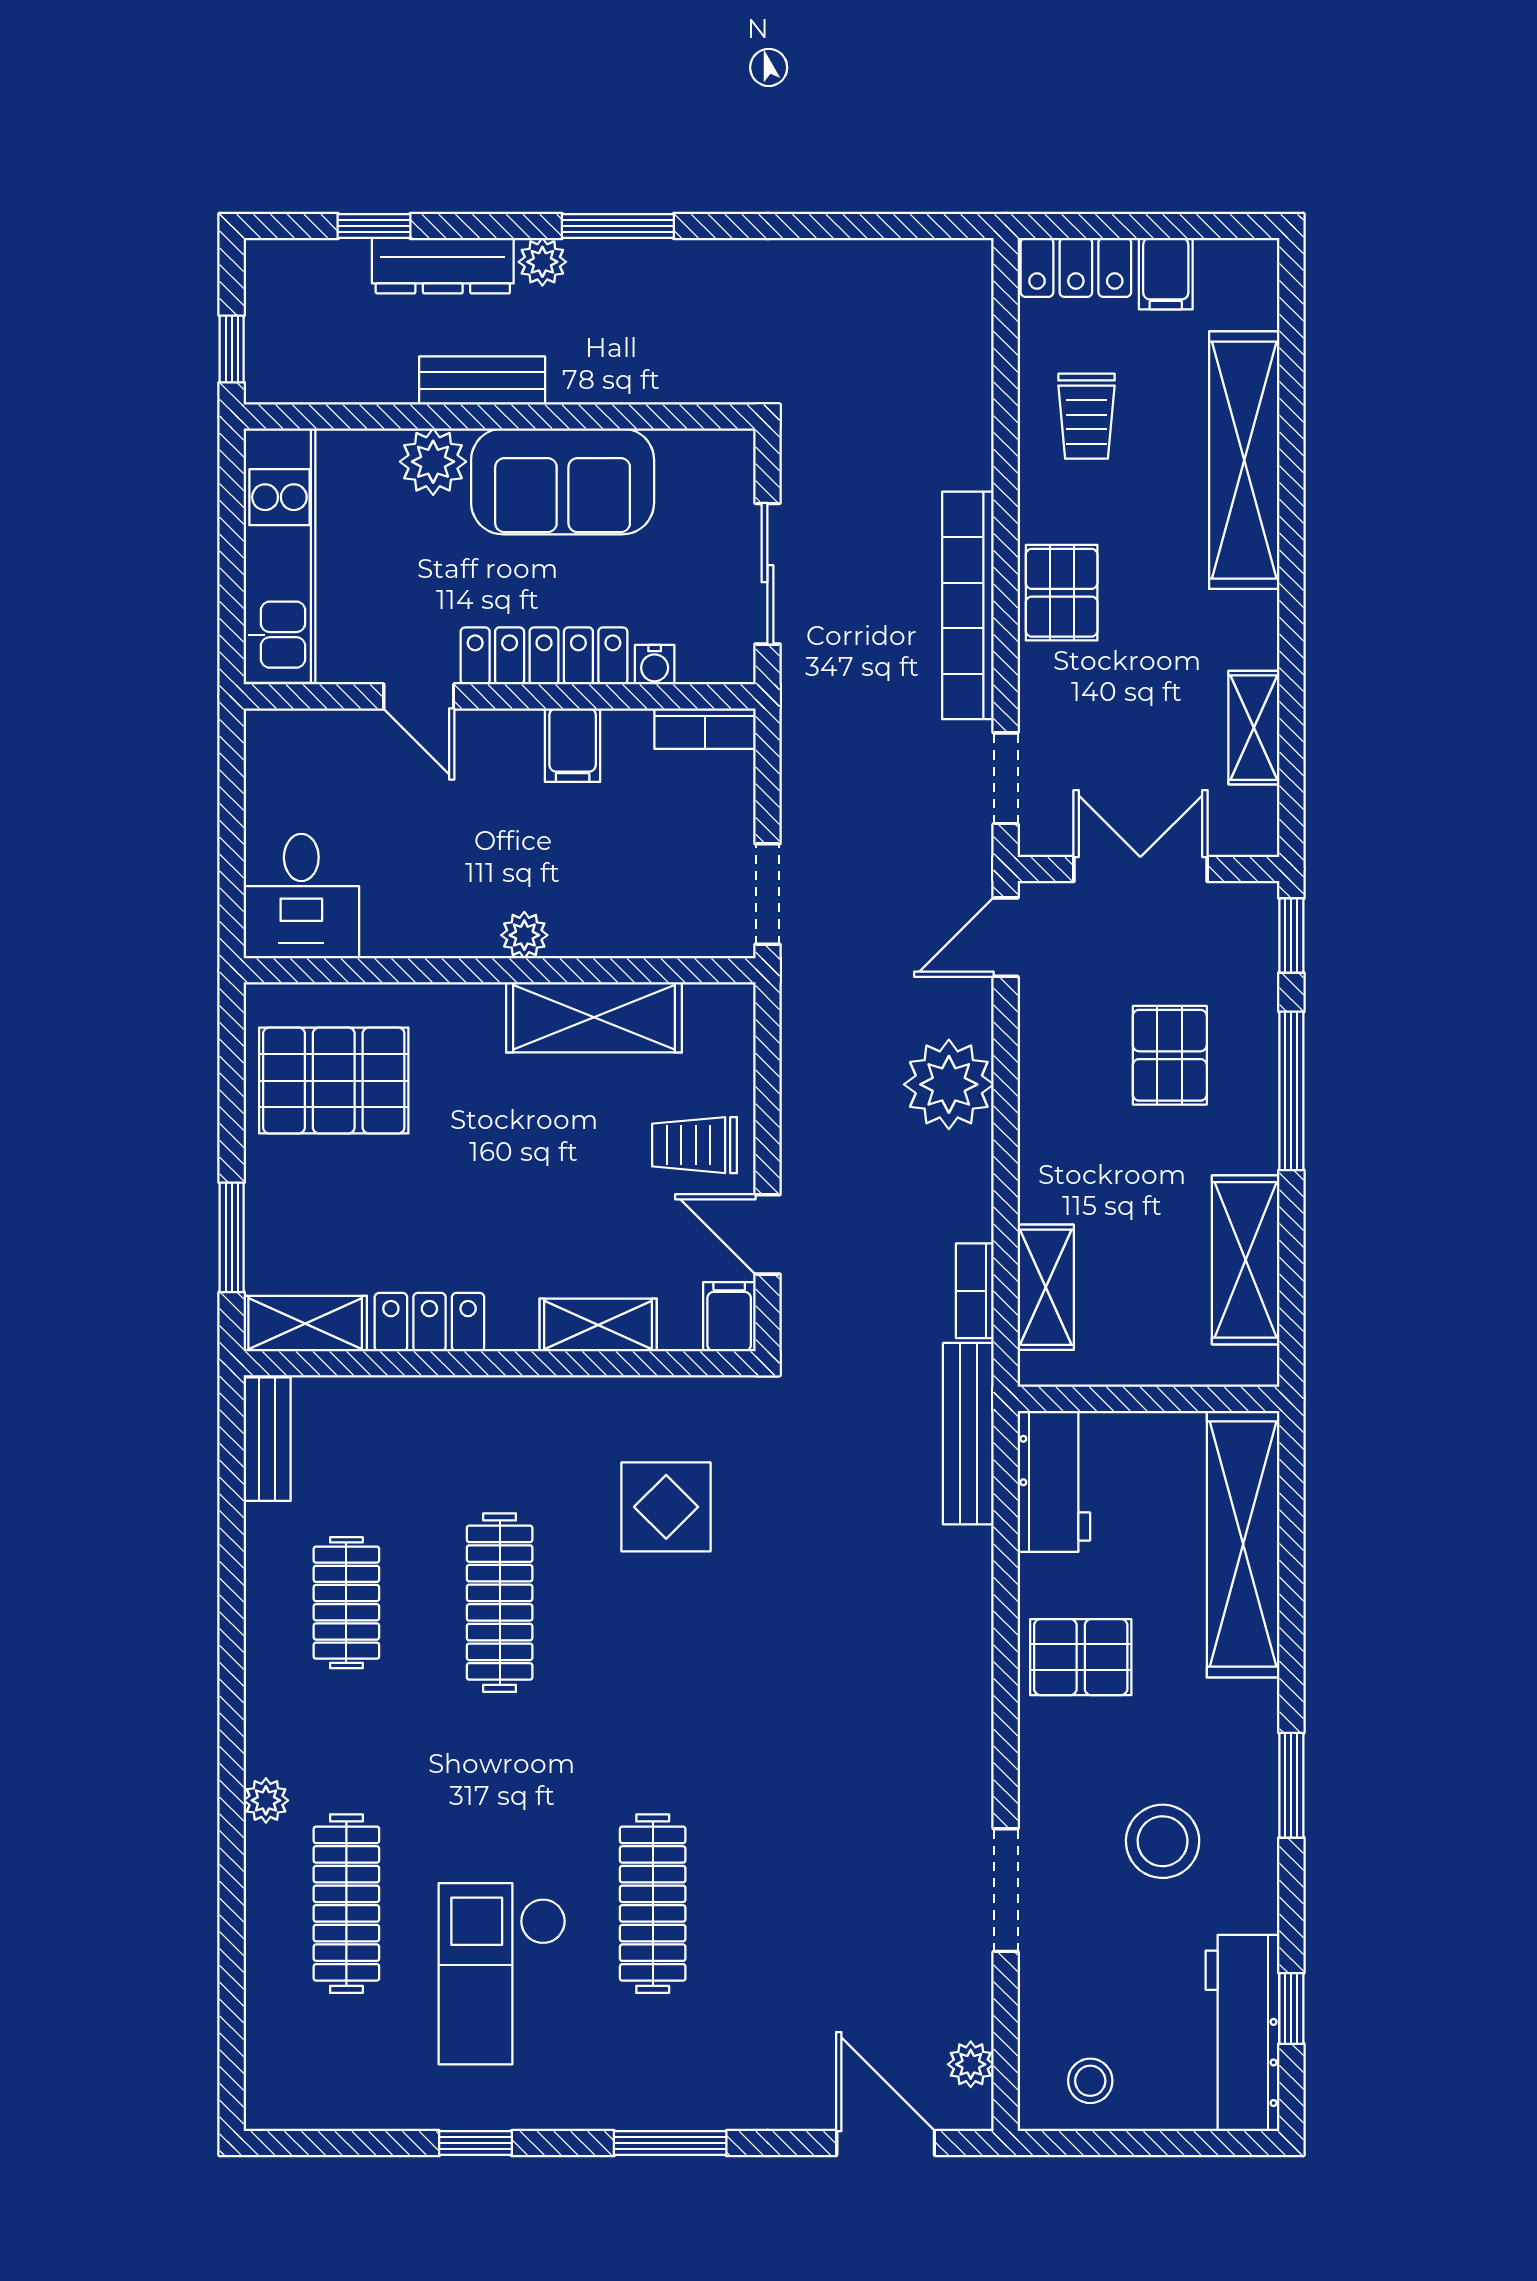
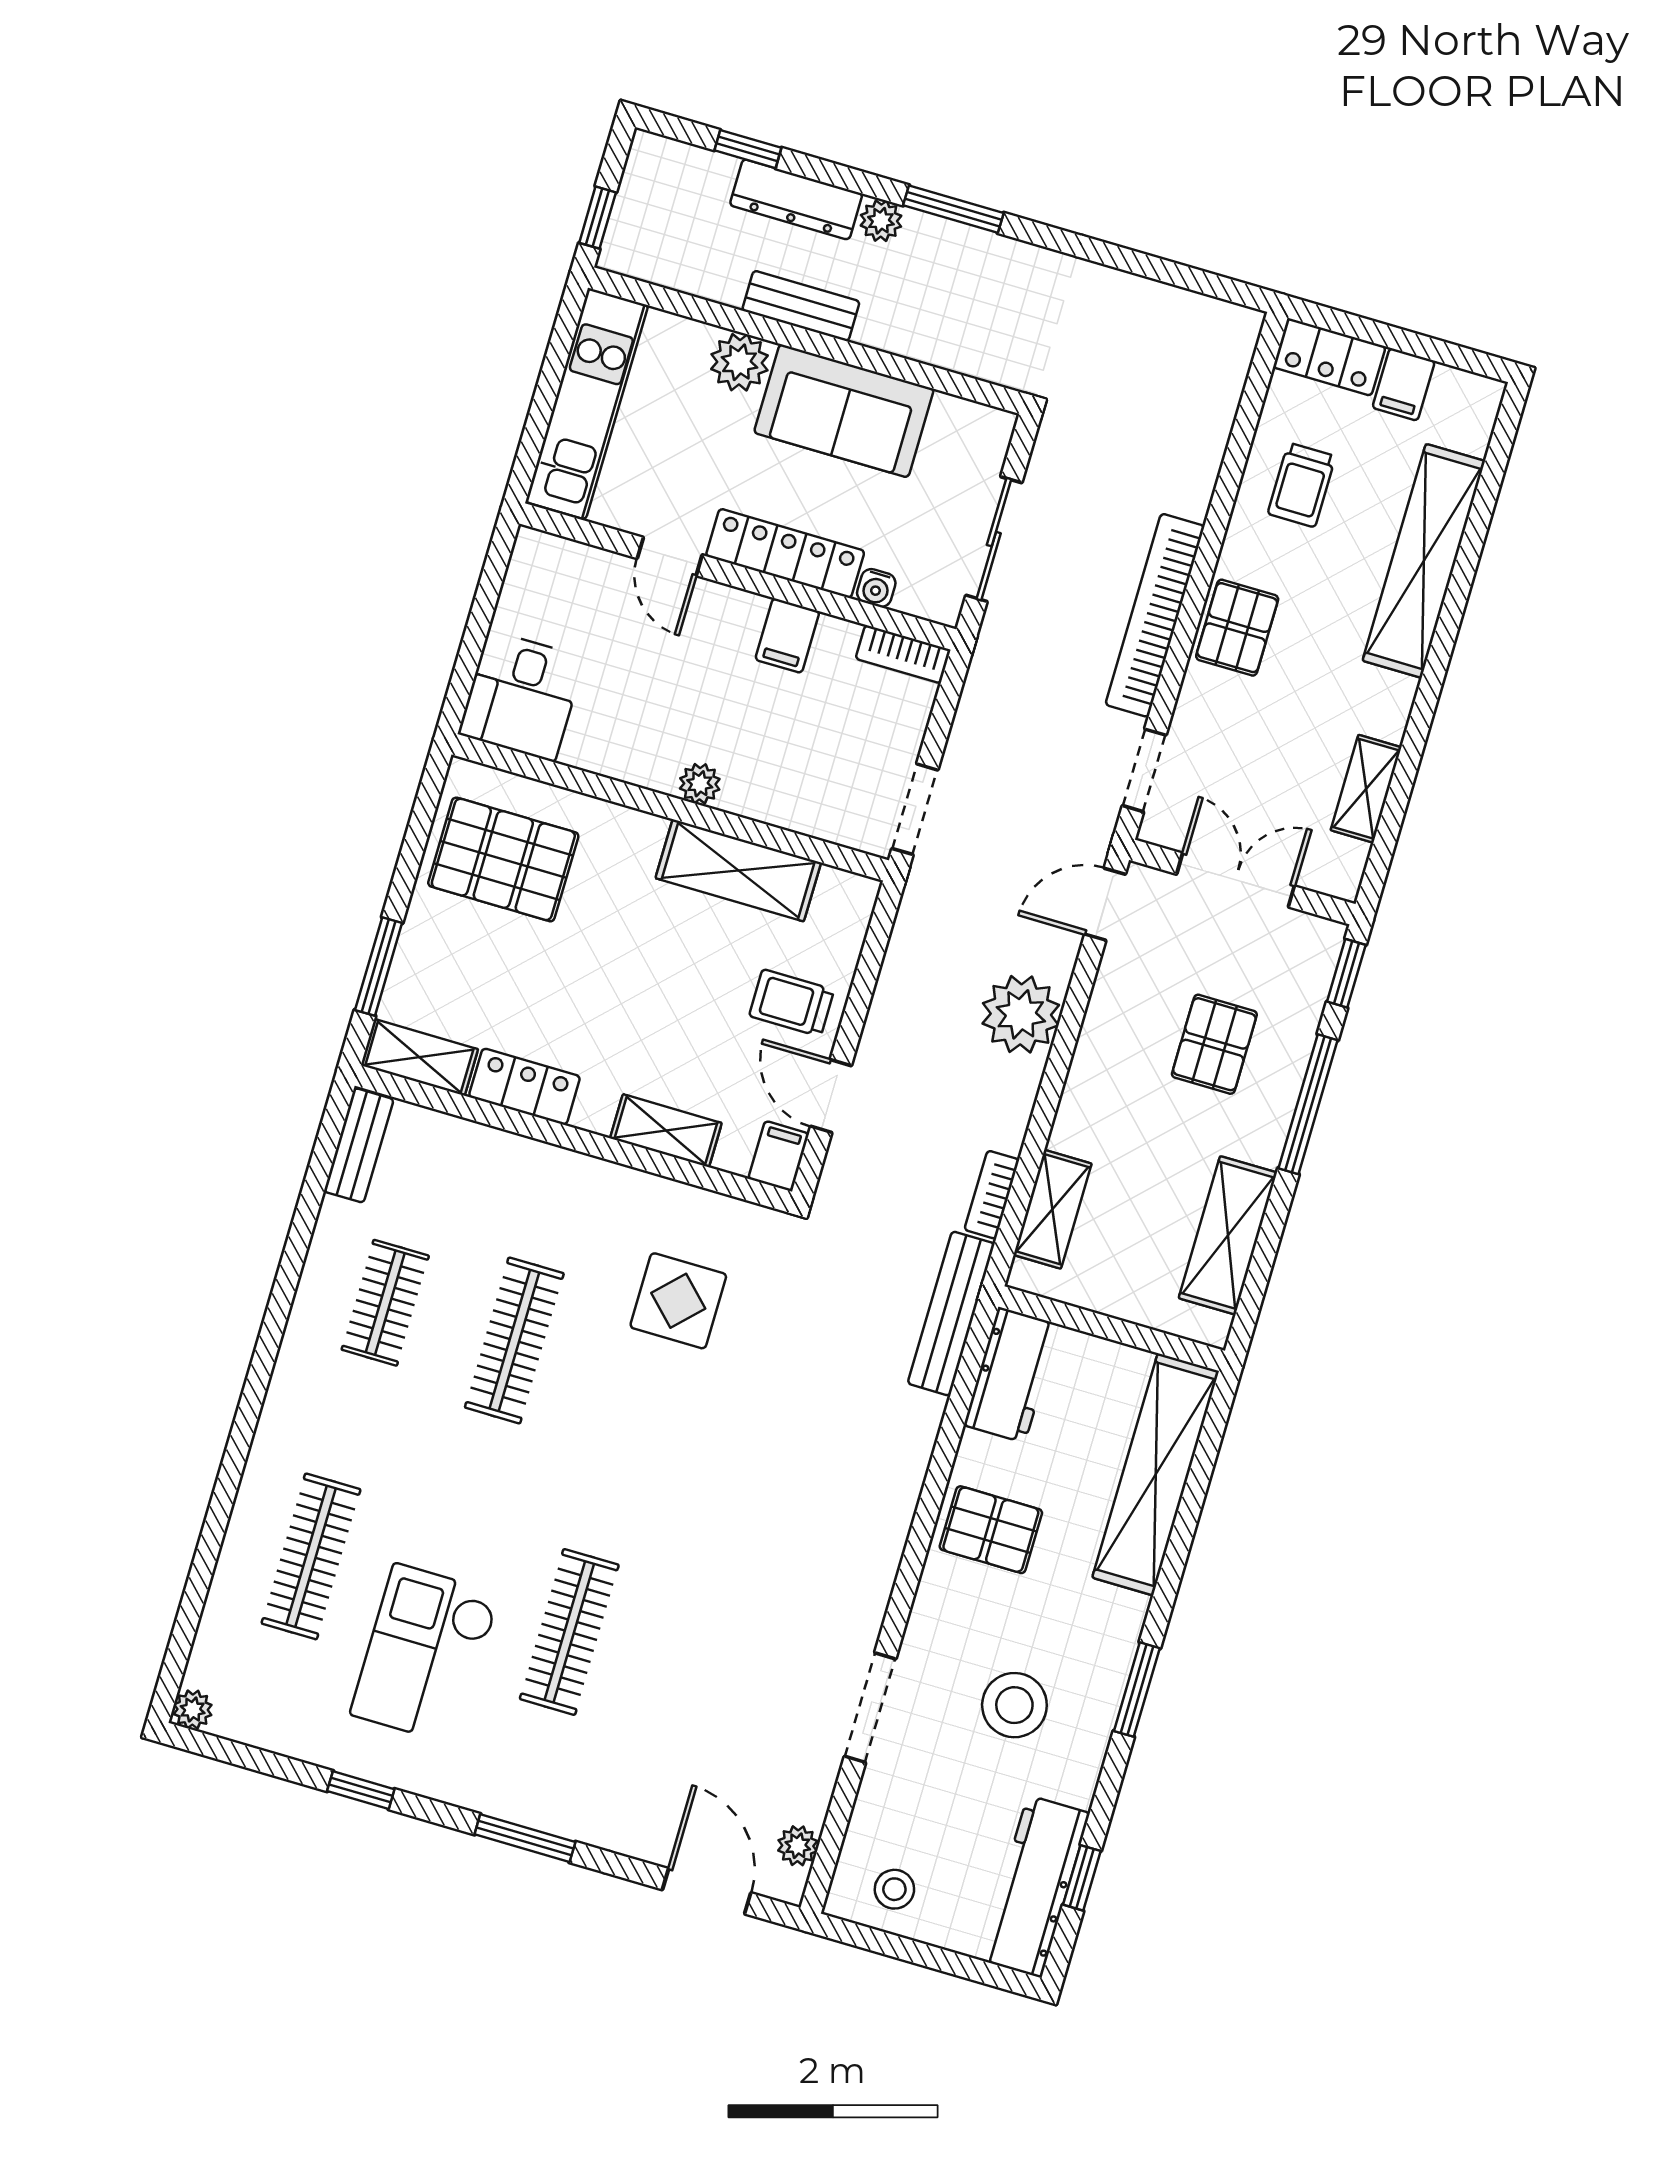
plant: (266, 1800) -> (193, 1710), moved

